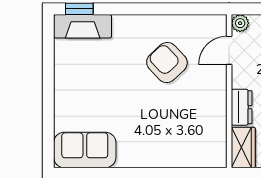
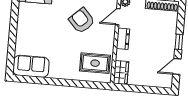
dresser: (242, 107) -> (123, 39), moved
rug: (196, 135) -> (95, 63), added

